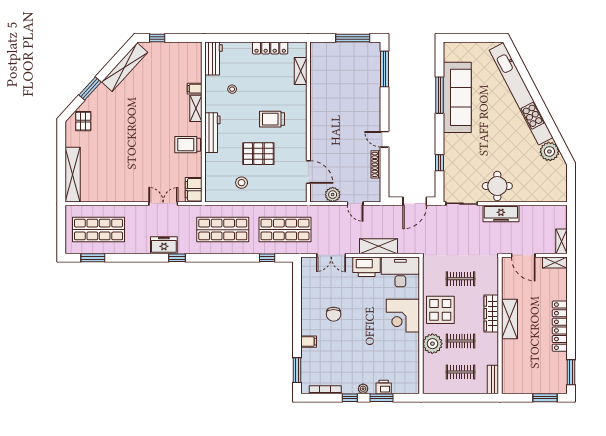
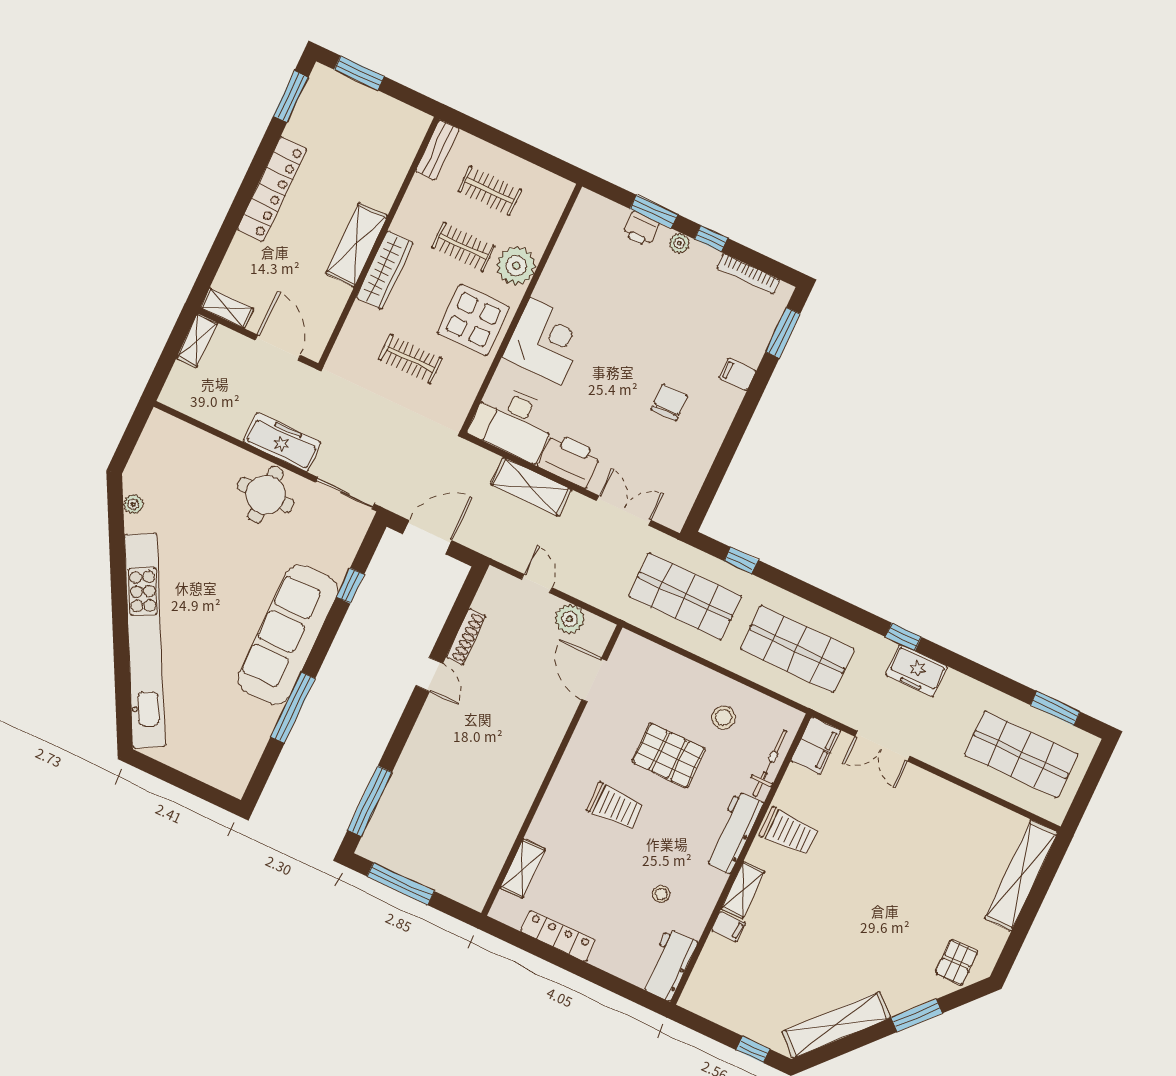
sofa: (457, 97) -> (288, 635), moved
plant: (549, 151) -> (133, 504), width x0.53, depth x0.53
bicycle: (211, 172) -> (770, 763), added

